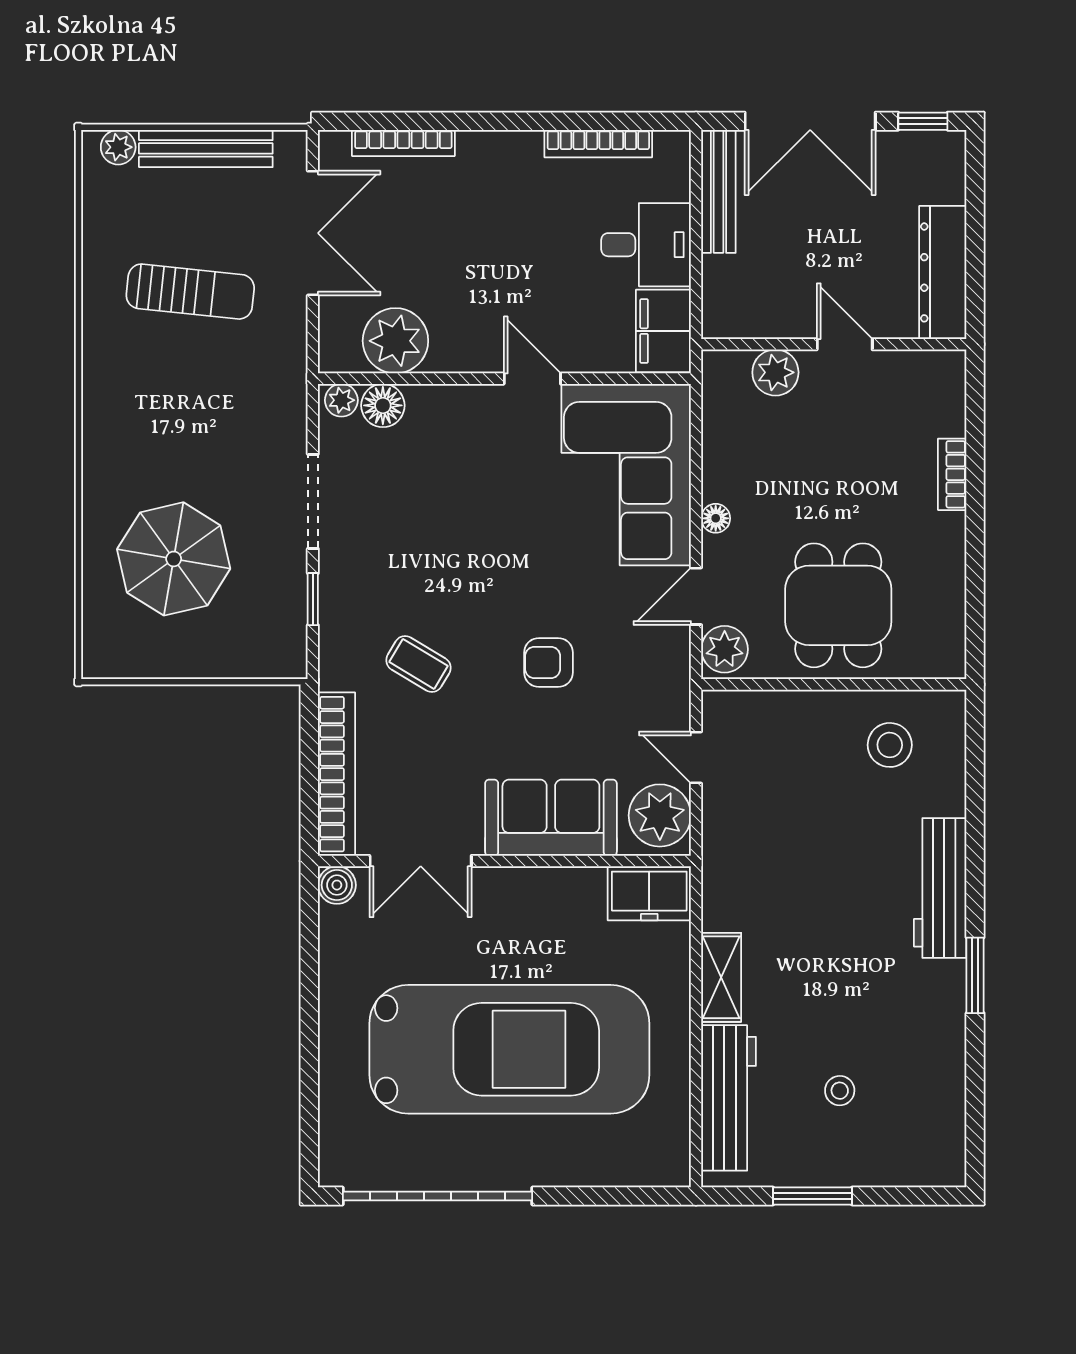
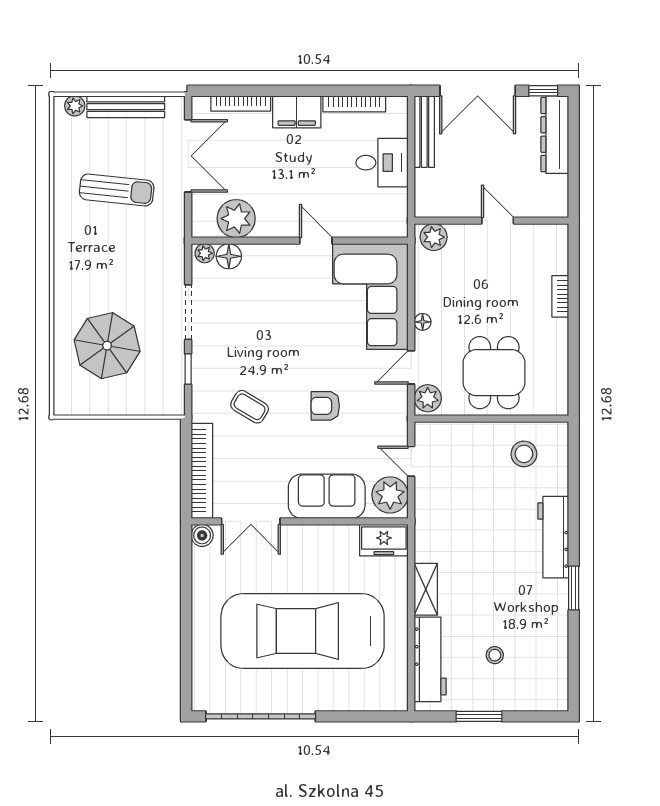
dresser: (943, 272) -> (555, 135), moved
filing cabinet: (663, 331) -> (297, 112), moved, turned -90
plant: (775, 372) -> (434, 237), moved
car: (509, 1049) -> (303, 631), turned 180

